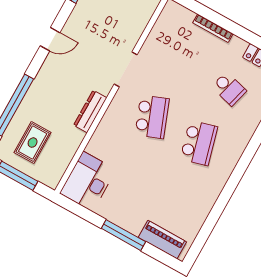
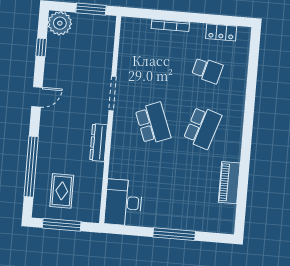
school desk: (199, 143) -> (202, 127), turned 33
piano: (162, 240) -> (229, 183), moved, turned -90

